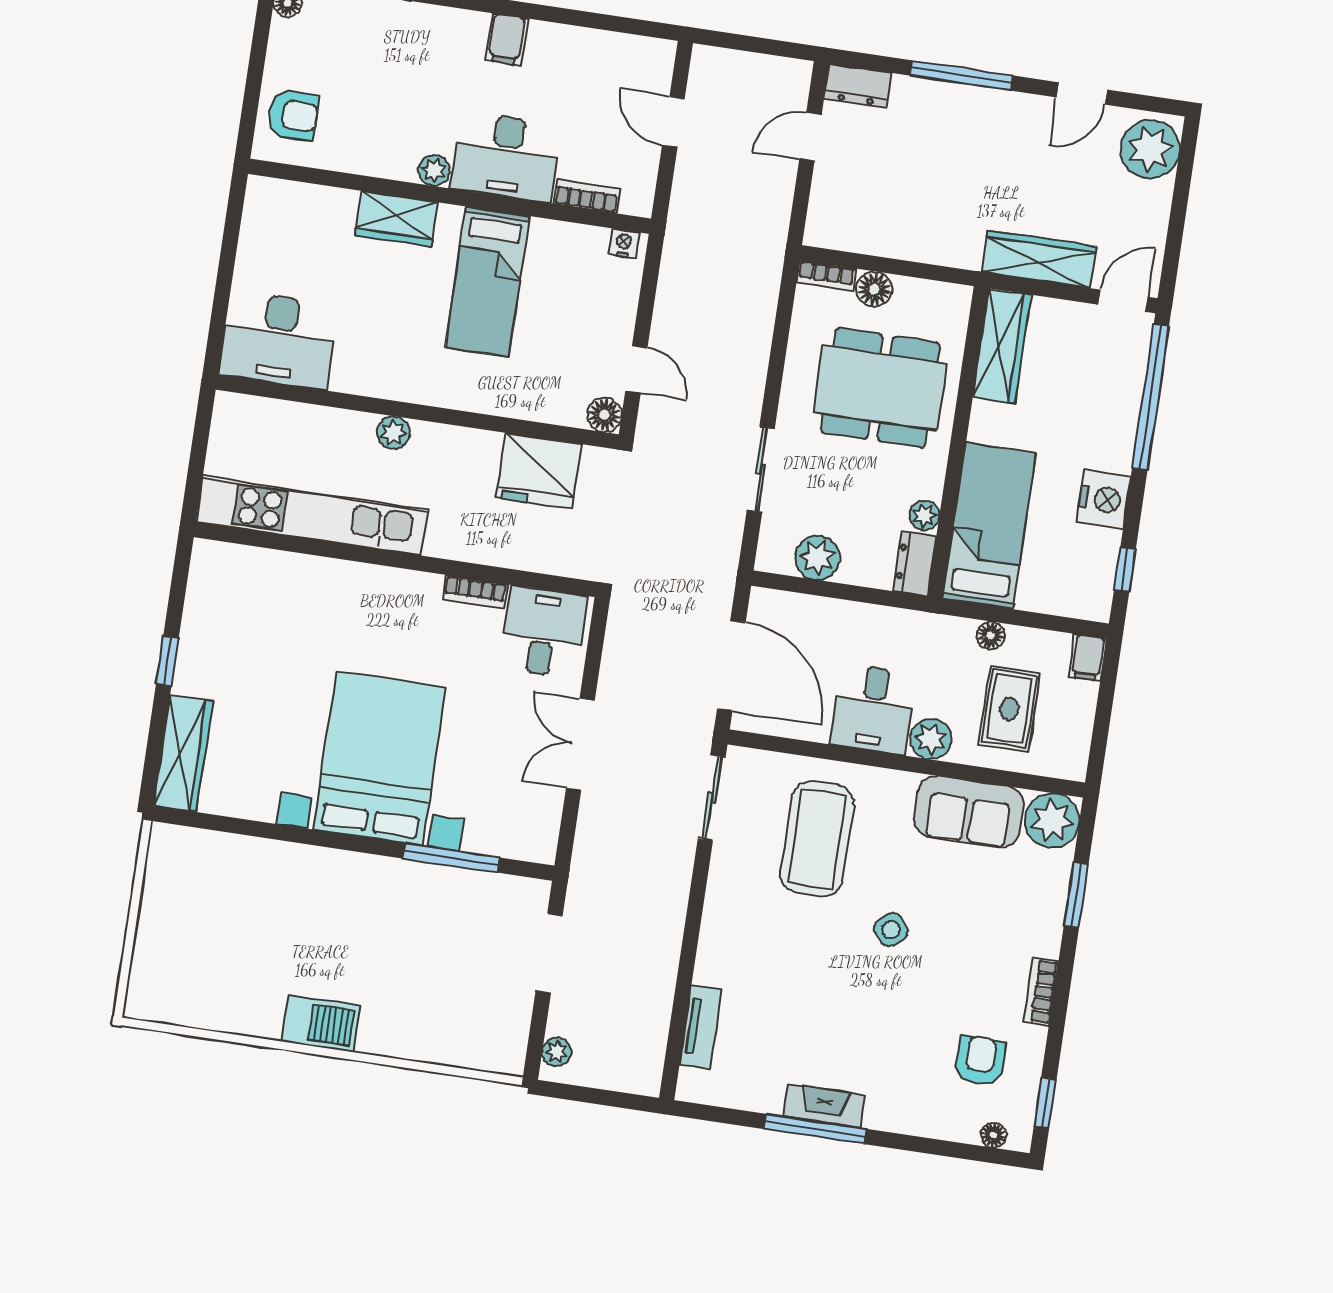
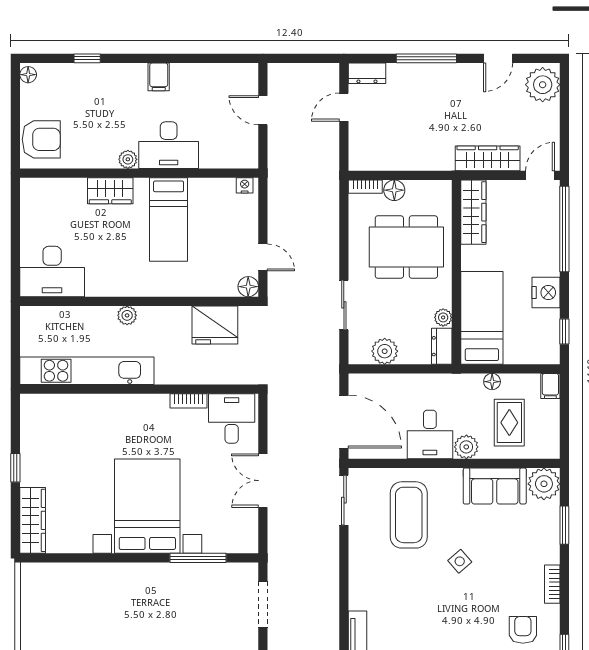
armchair: (293, 115) -> (41, 139), width x1.38, depth x1.38
bookcase: (587, 196) -> (219, 161), removed

